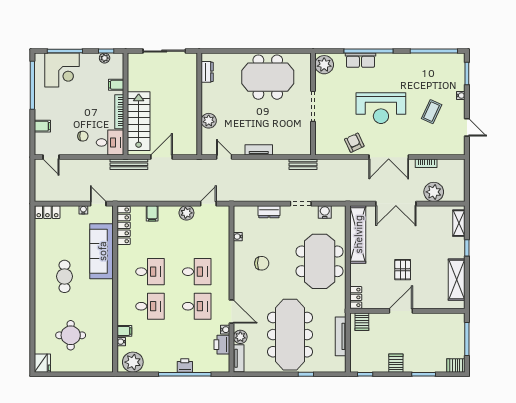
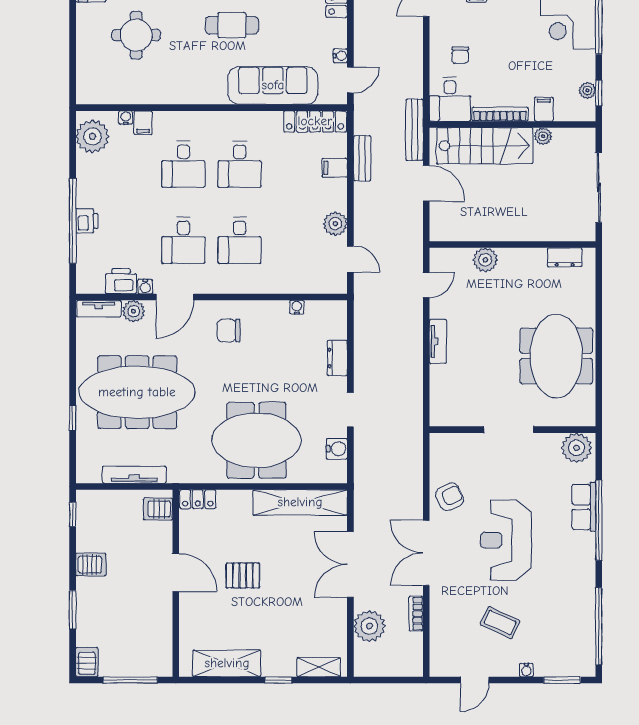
plant: (133, 85) -> (543, 136), added
bench: (303, 164) -> (362, 158), moved
chair: (262, 263) -> (229, 331), moved, turned 90

